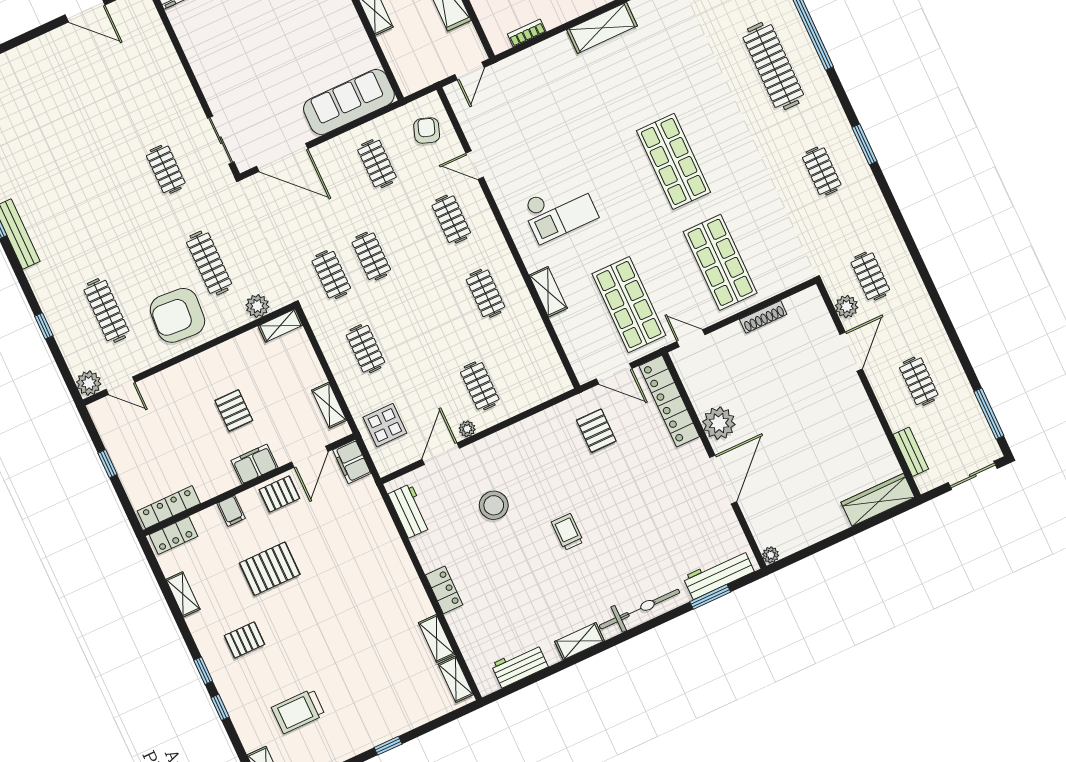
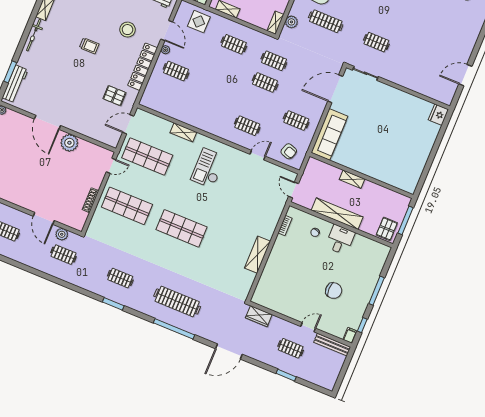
clothes rail: (485, 293) -> (207, 109), removed
locker: (669, 401) -> (143, 67), moved, turned -90
bicycle: (640, 609) -> (34, 35), width x0.73, depth x0.71

